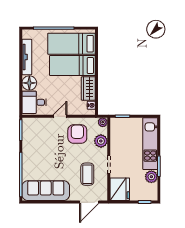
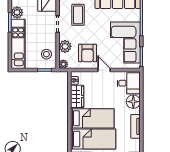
tv unit: (27, 57) -> (136, 126), width x0.71
door: (60, 116) -> (104, 70), swing flipped
stool: (120, 133) -> (46, 54), added
corner sofa: (37, 145) -> (125, 43), added

